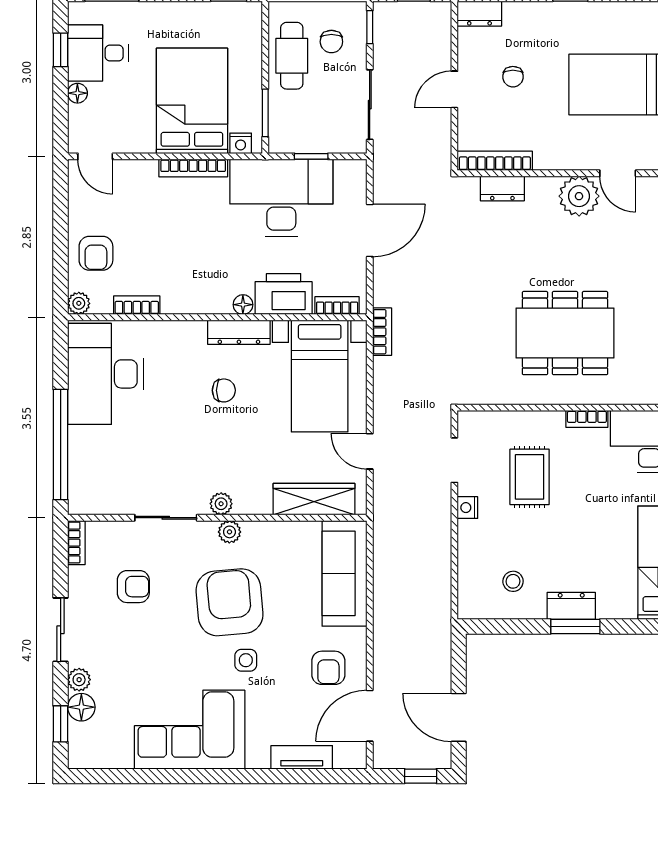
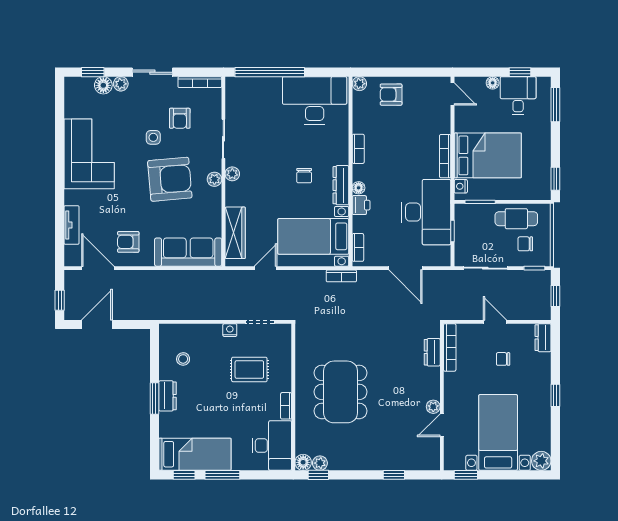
door: (95, 156) -> (453, 94), swing flipped
plant: (579, 196) -> (433, 407), width x0.53, depth x0.53
printer: (284, 294) -> (361, 205), width x0.53, depth x0.68
bookcase: (137, 305) -> (358, 149), moved
bookcase: (76, 543) -> (200, 82), width x1.56
side table: (246, 660) -> (153, 137), moved

